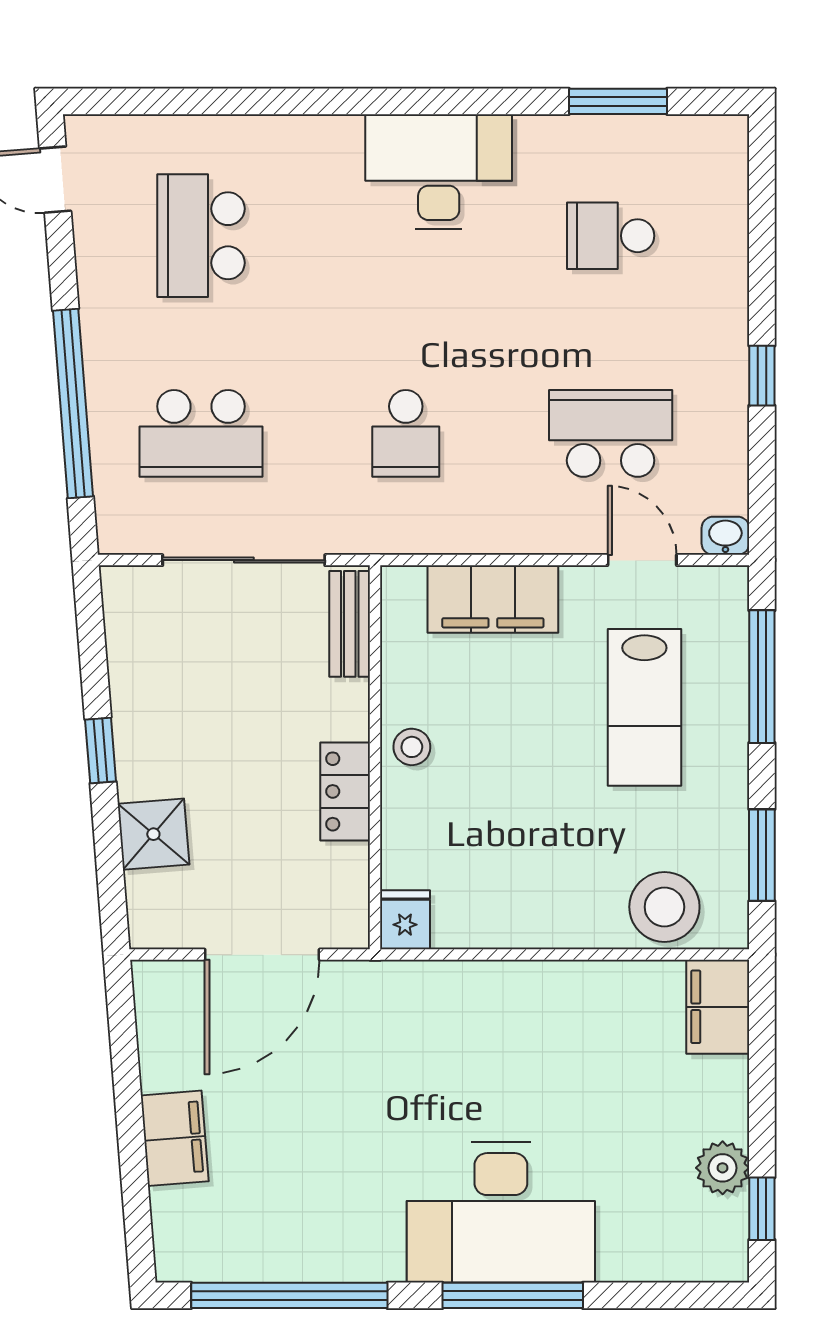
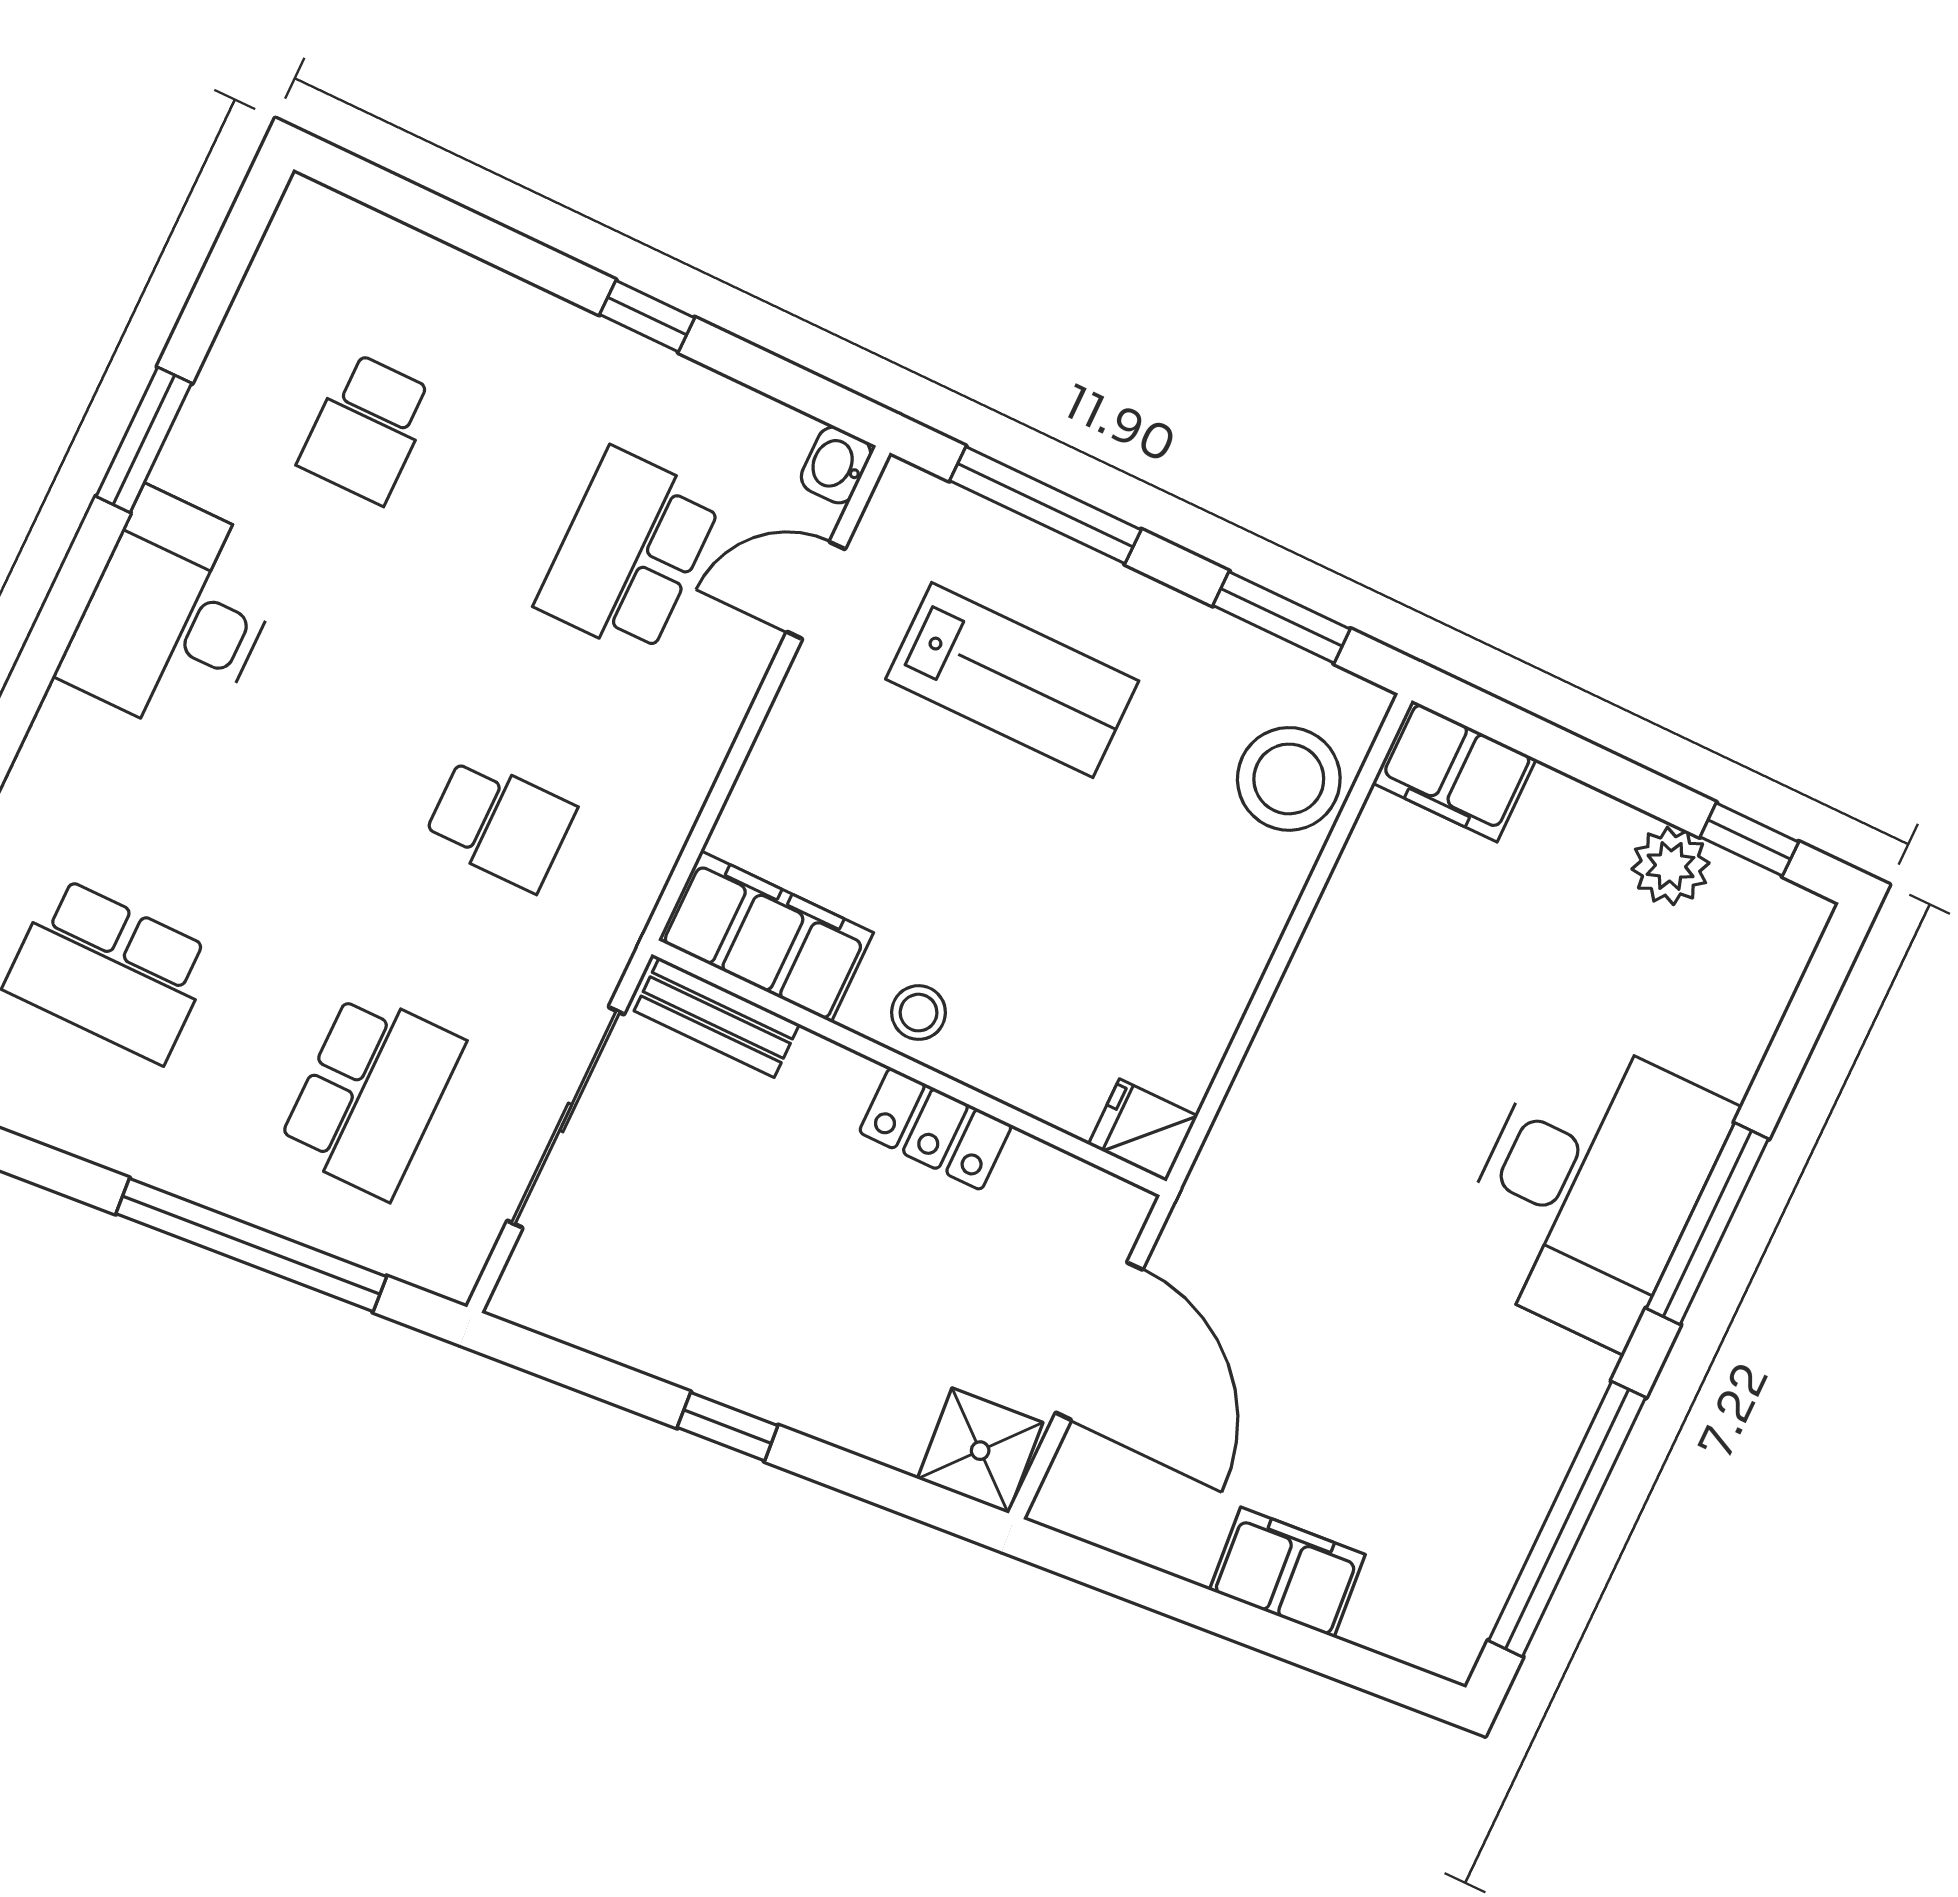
window: (618, 101) -> (144, 440), moved
filing cabinet: (493, 599) -> (766, 936), moved, turned -90
shower: (153, 834) -> (980, 1451), moved

